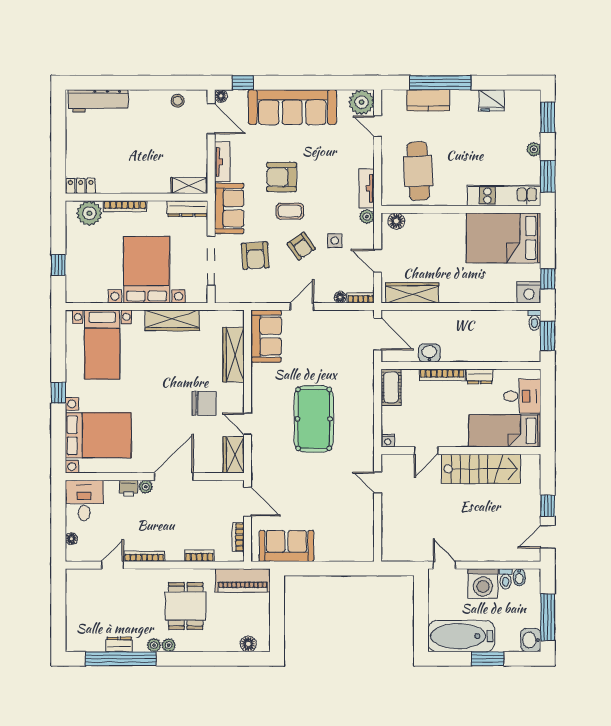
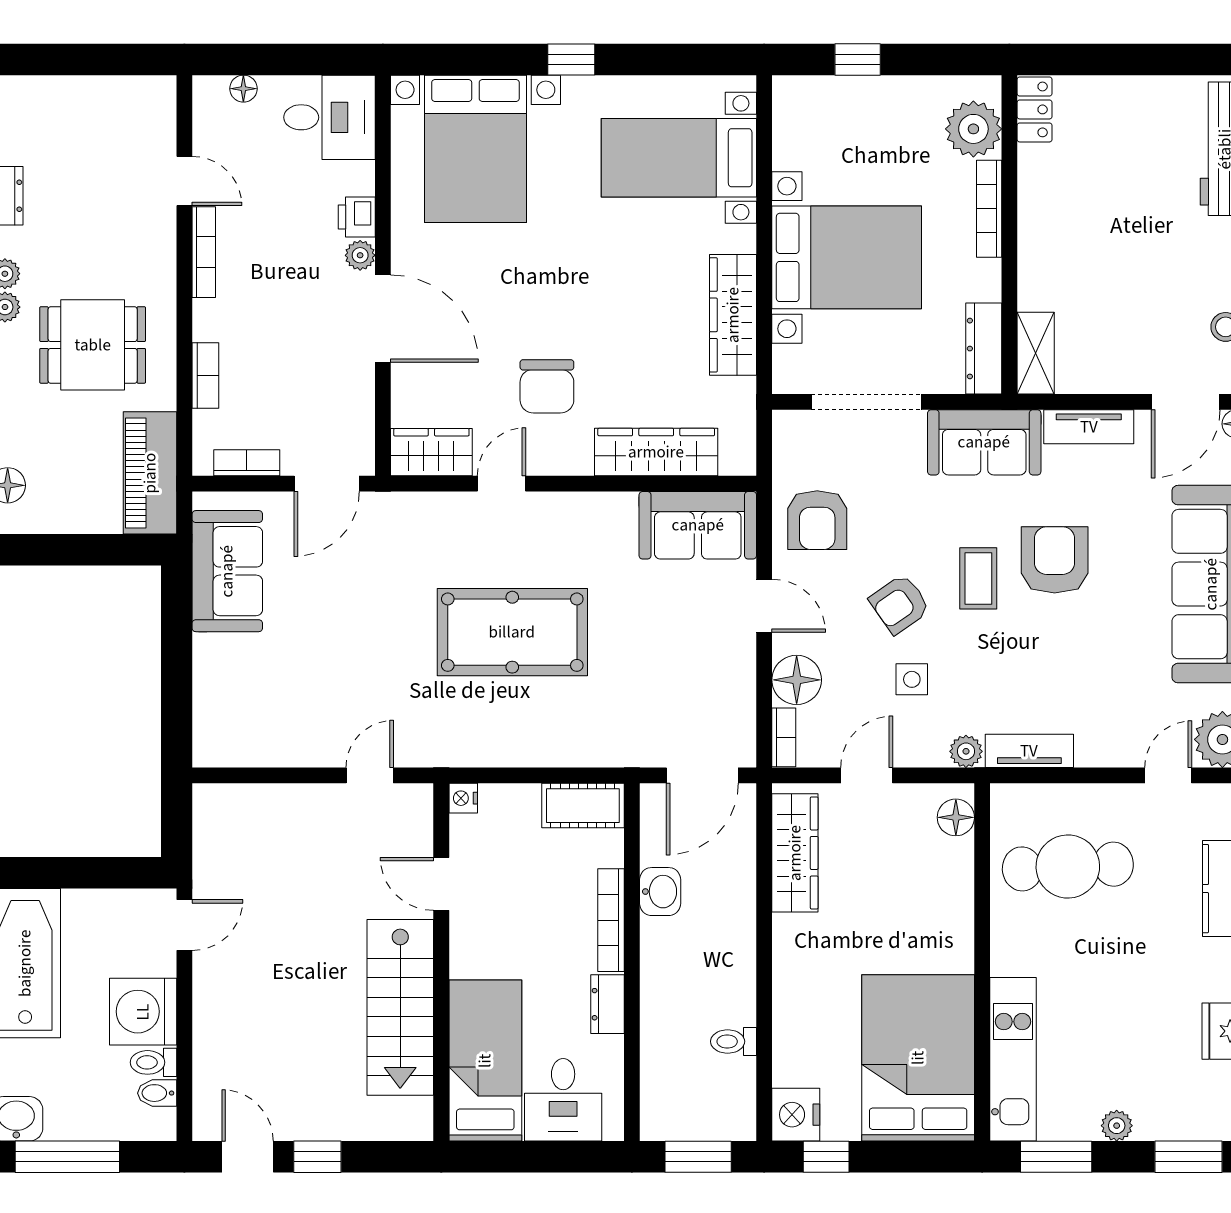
armchair: (255, 256) -> (817, 520), moved, turned -86
floor lamp: (340, 297) -> (797, 680), width x1.89, depth x1.89
toilet: (534, 320) -> (734, 1041), moved

